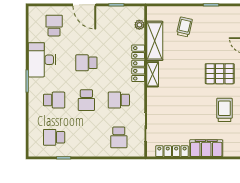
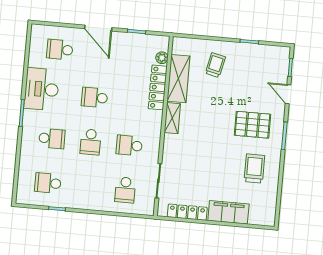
school desk: (54, 26) -> (60, 50), turned -90
locker: (138, 63) -> (158, 87), moved

